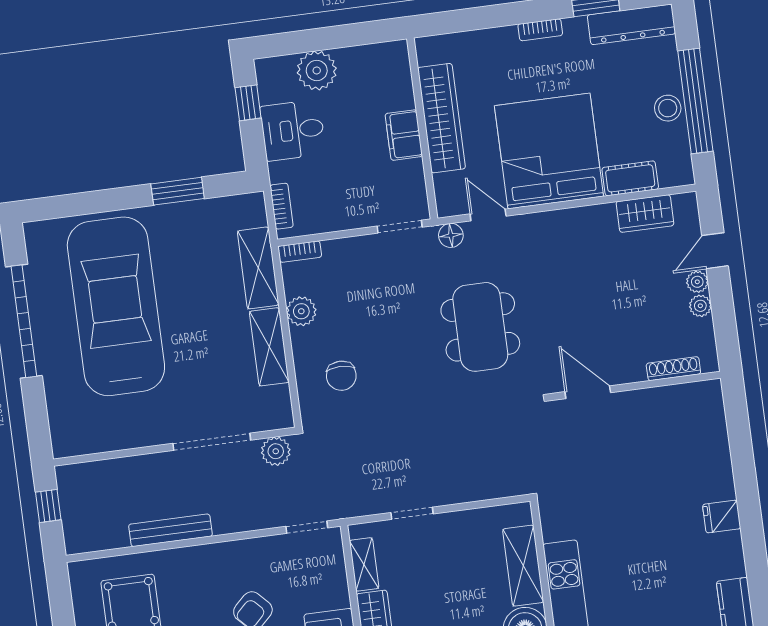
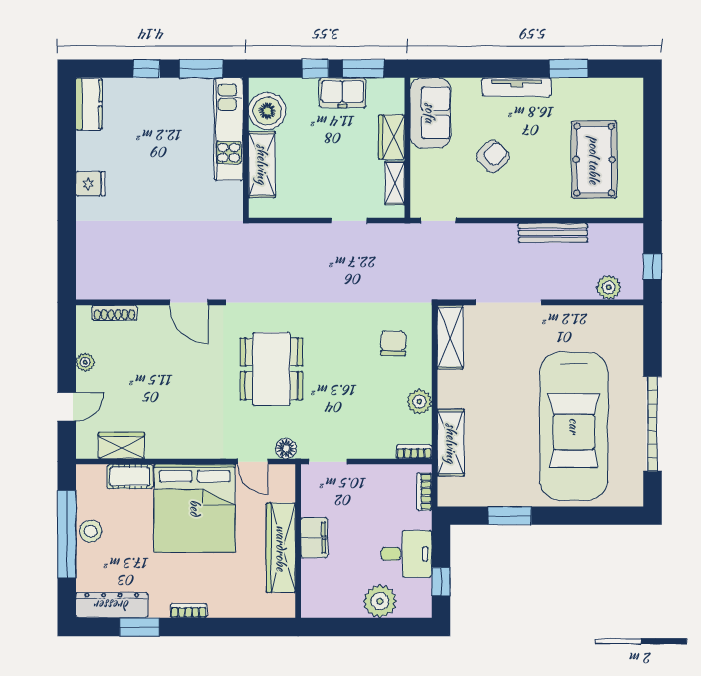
plant: (697, 282) -> (85, 383), removed
shelving: (269, 347) -> (450, 337), moved
plant: (276, 451) -> (609, 287), moved

